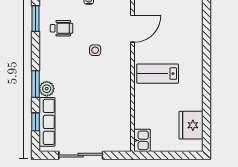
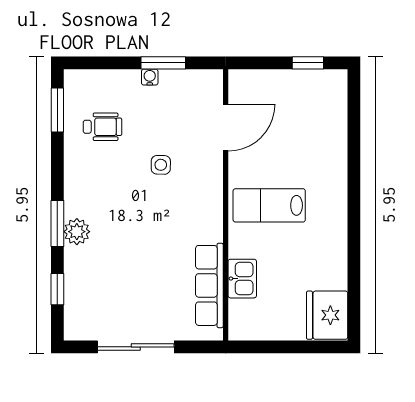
row of seats: (47, 122) -> (209, 285), moved, turned 180
fridge: (191, 125) -> (327, 315), moved
kitchen sink: (142, 140) -> (242, 279), moved

